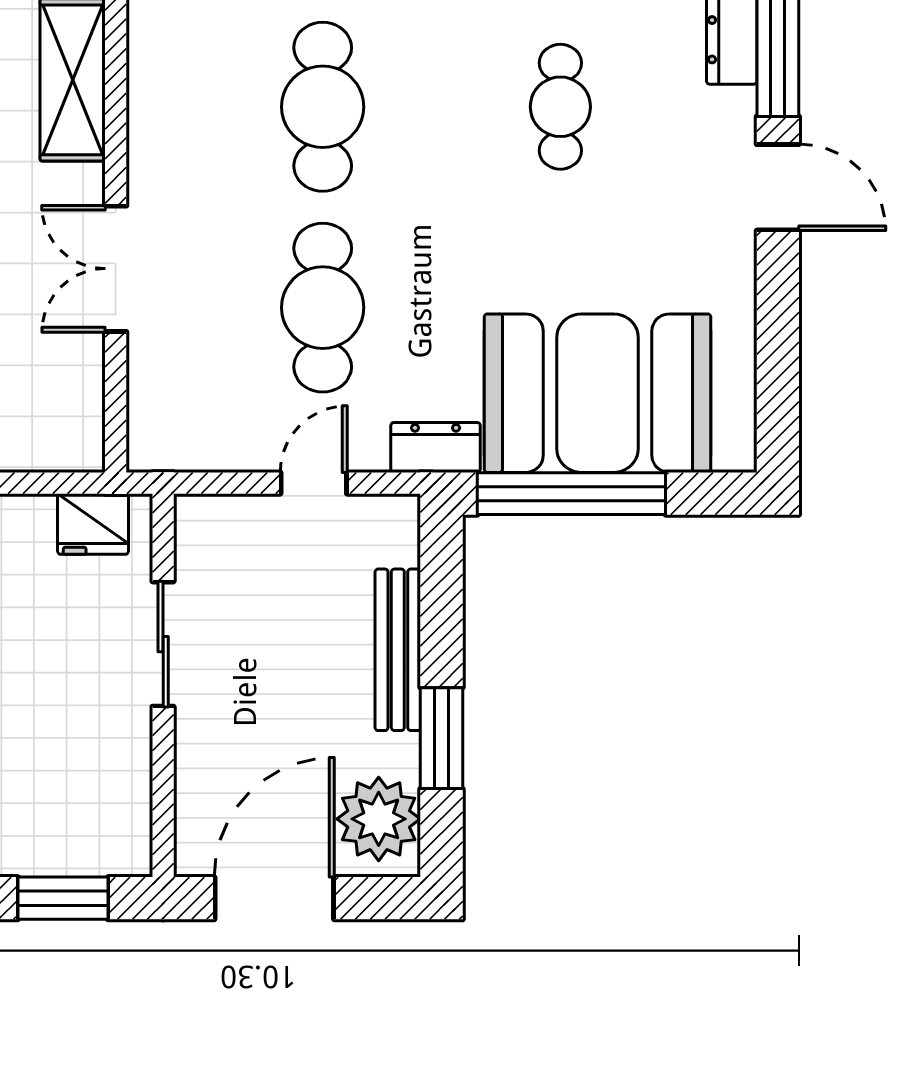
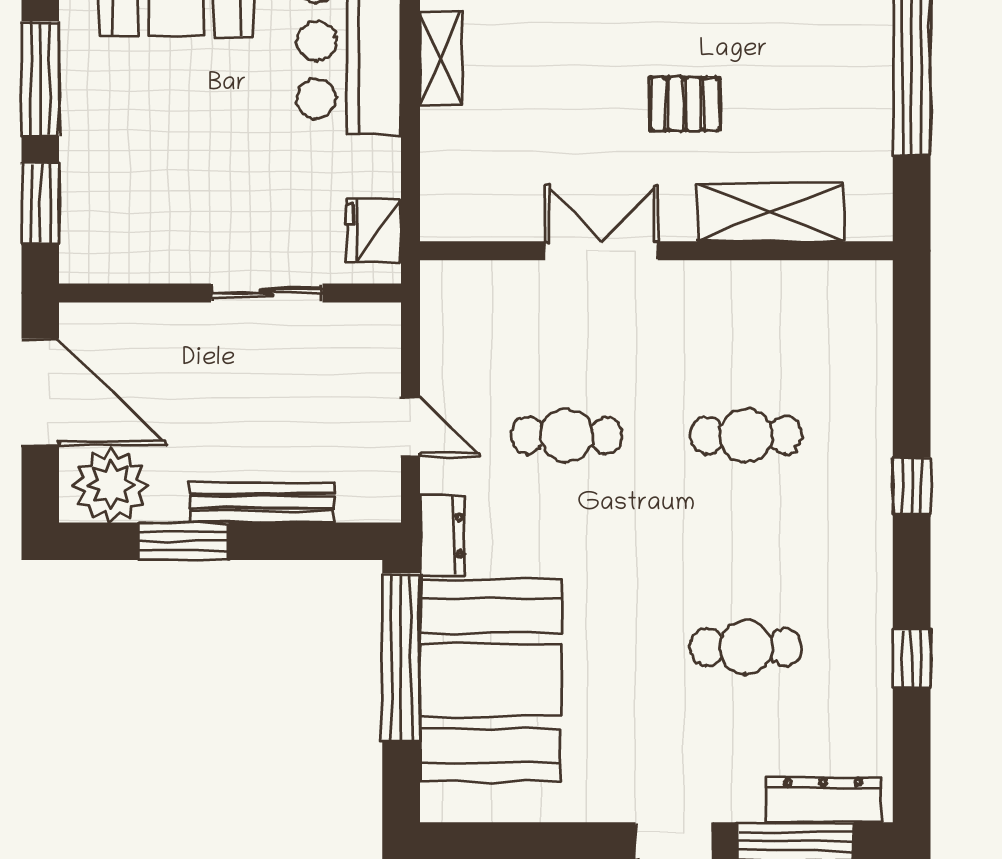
cafe table: (323, 107) -> (746, 435), width x0.73, depth x0.74
cafe table: (323, 308) -> (567, 435), width x0.73, depth x0.74

